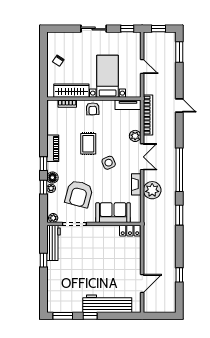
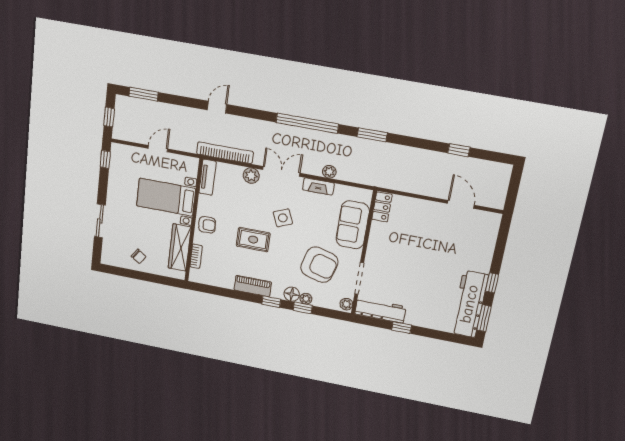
sliding door: (94, 29) -> (100, 221), moved
plant: (152, 190) -> (329, 172), width x0.53, depth x0.53
workbench: (107, 304) -> (469, 304), moved

